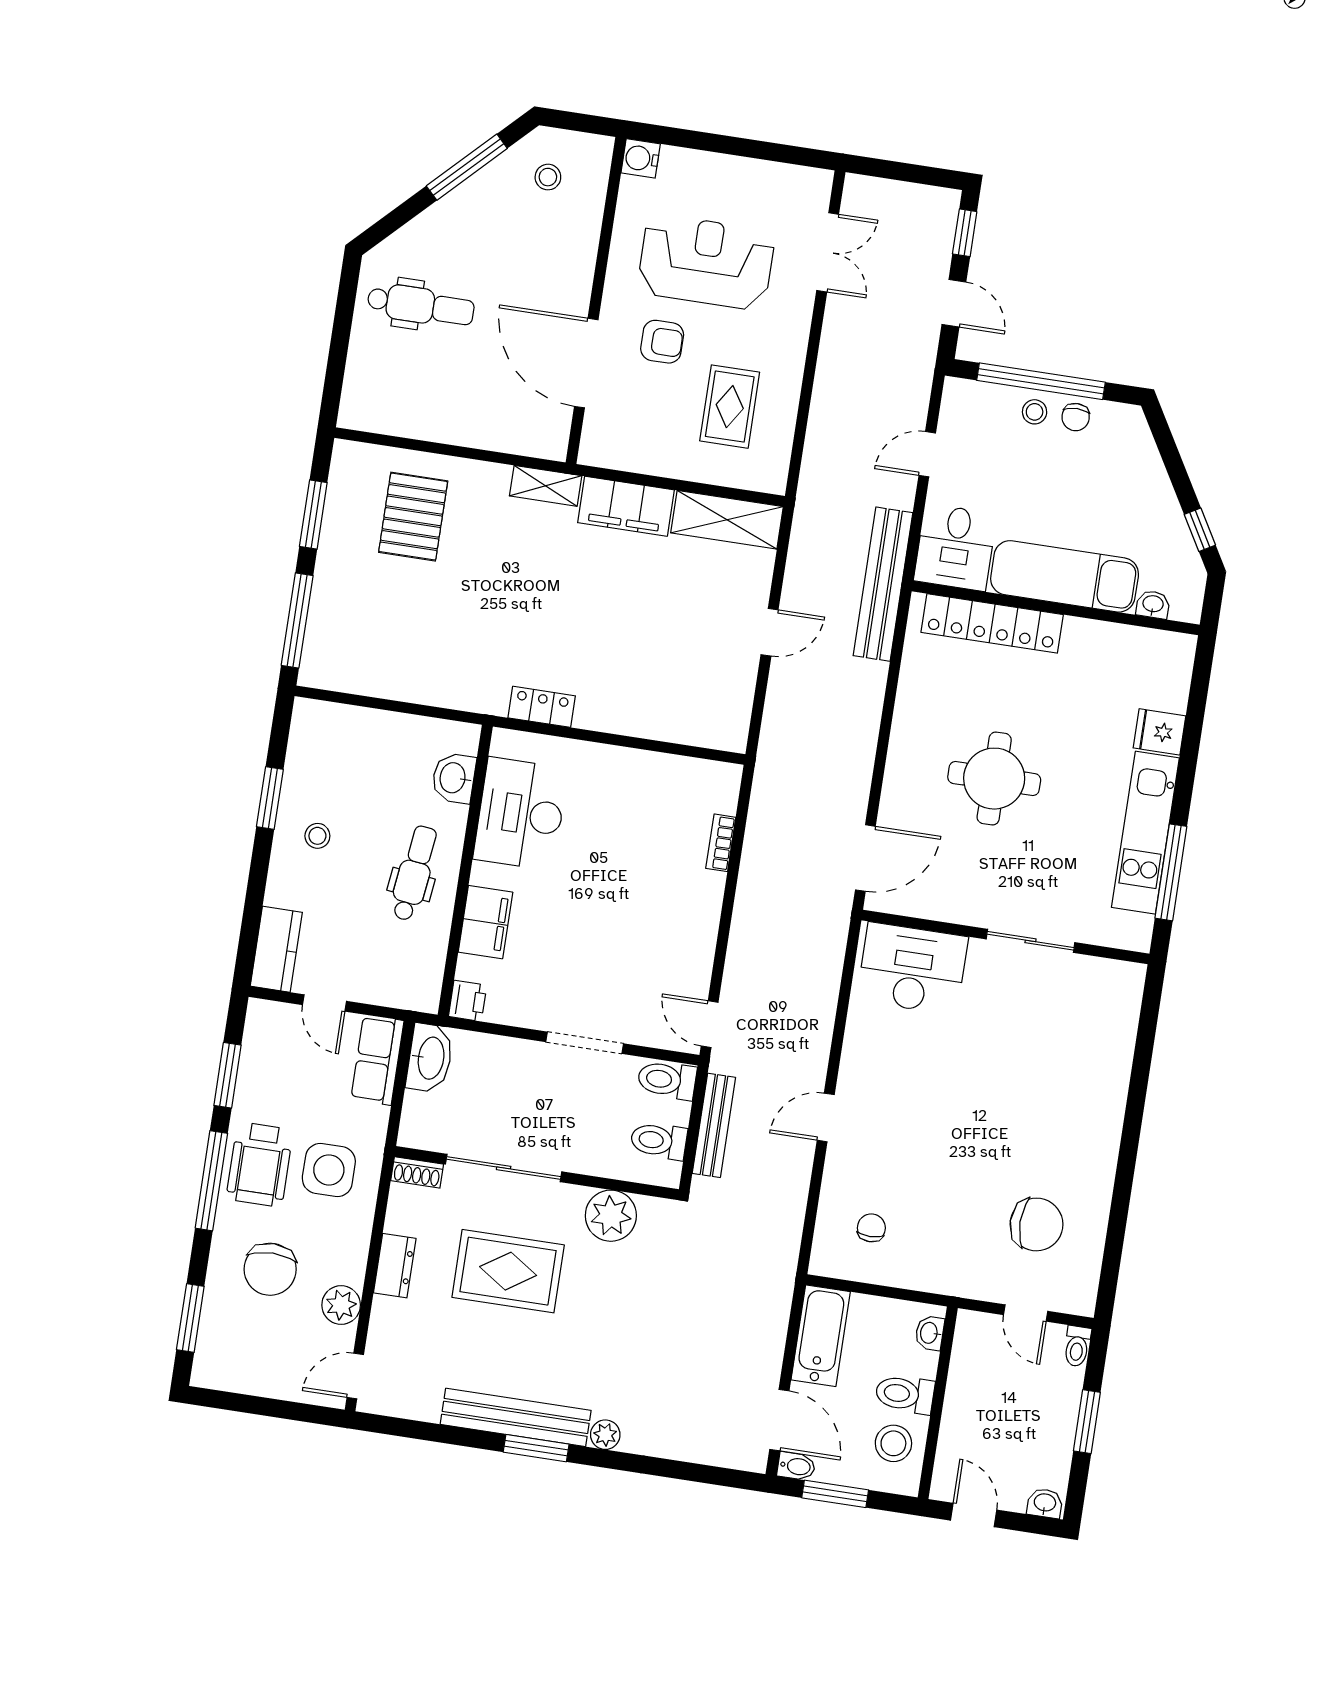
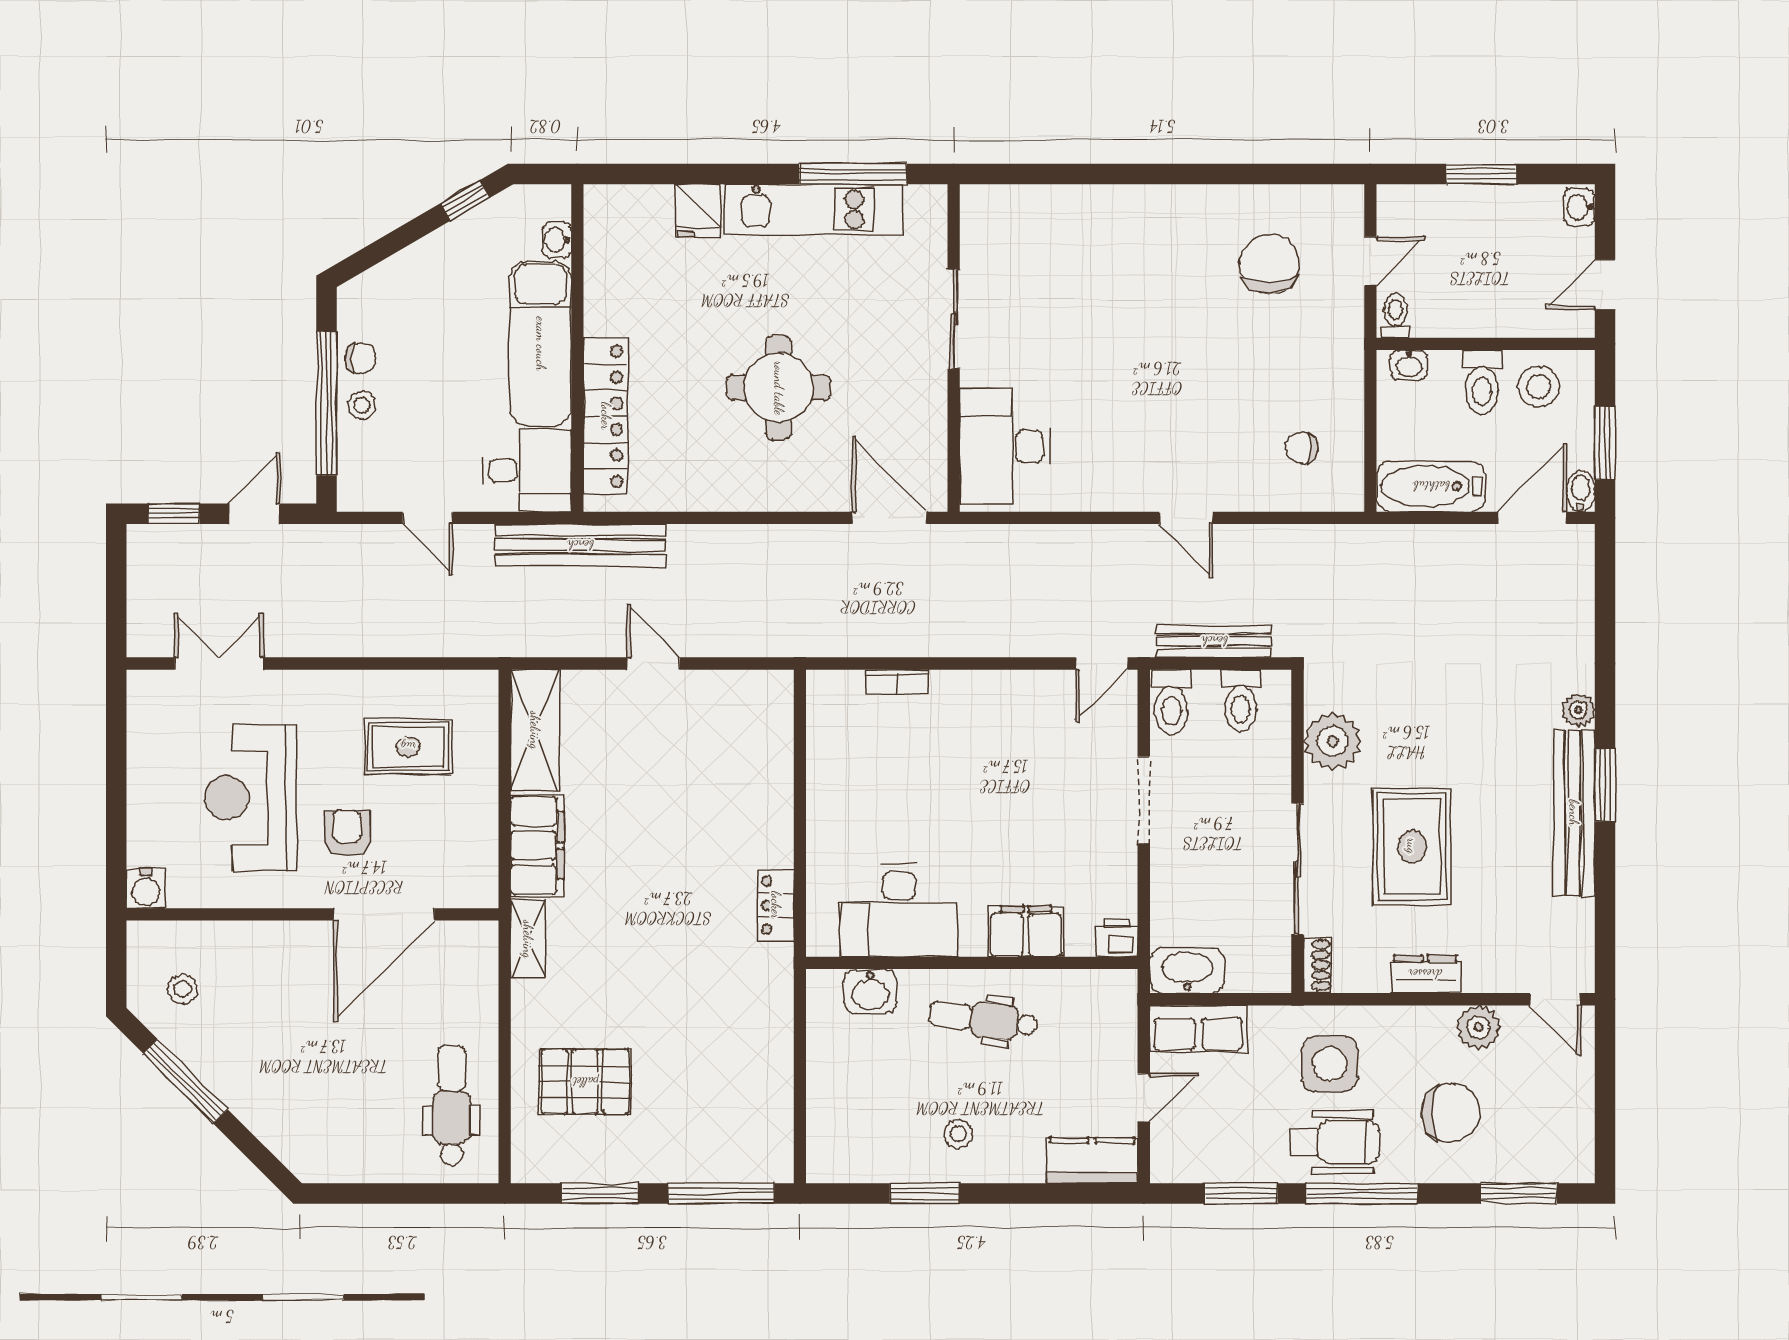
dental chair: (421, 306) -> (452, 1105), moved
toilet: (1077, 1346) -> (1395, 316), moved, turned -90

